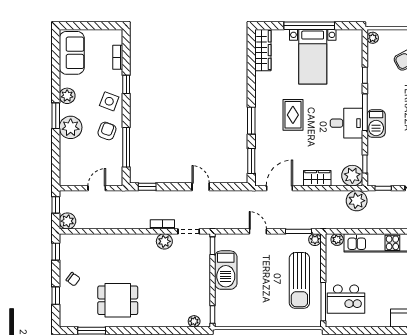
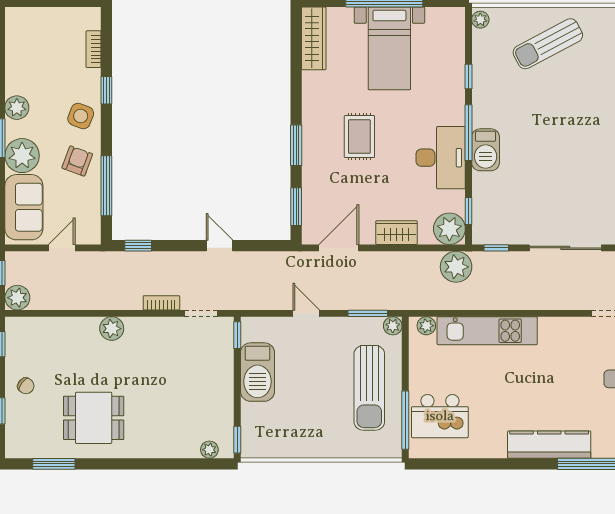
sofa: (72, 53) -> (24, 207), moved
desk: (347, 123) -> (441, 158), width x1.37
plant: (164, 241) -> (112, 329), moved

